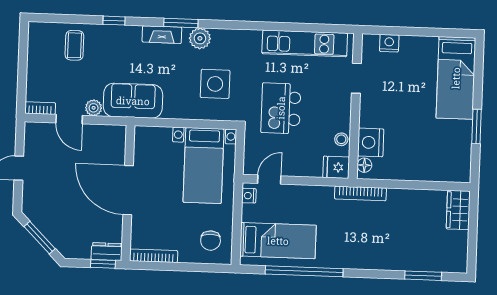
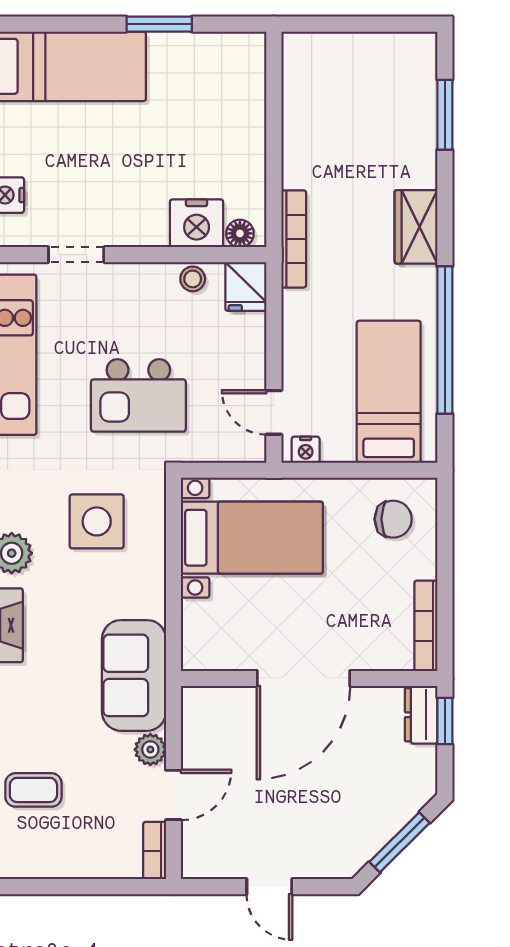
wardrobe: (458, 210) -> (416, 227), moved, turned 90

